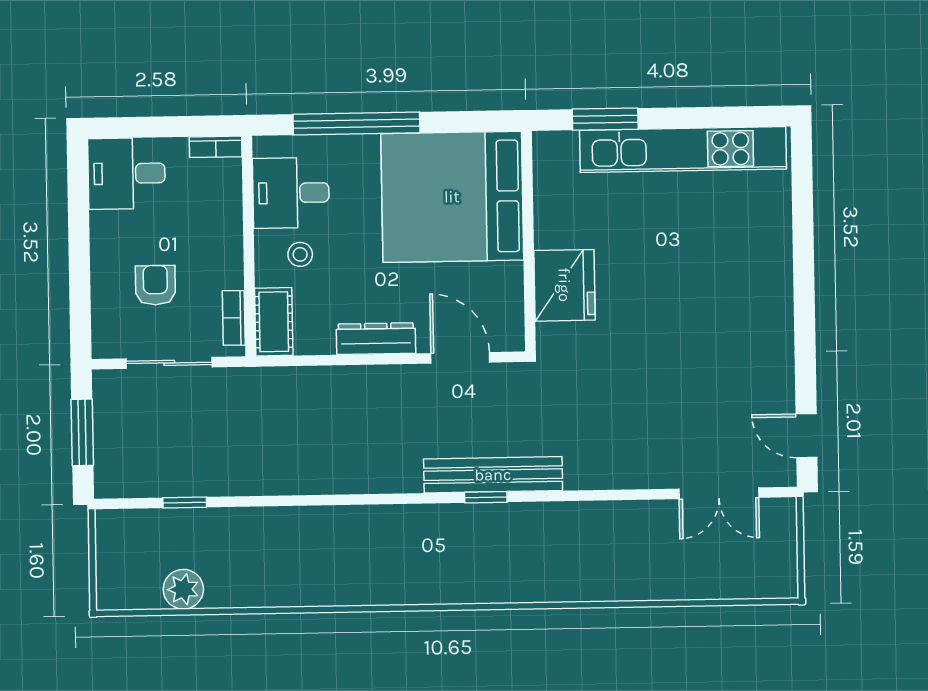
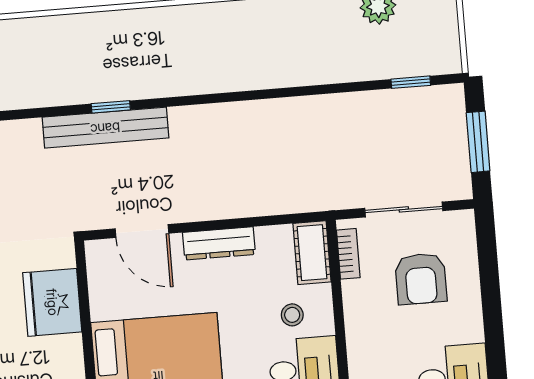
armchair: (155, 285) -> (421, 279), width x1.38, depth x1.38
window: (185, 503) -> (411, 82), moved

